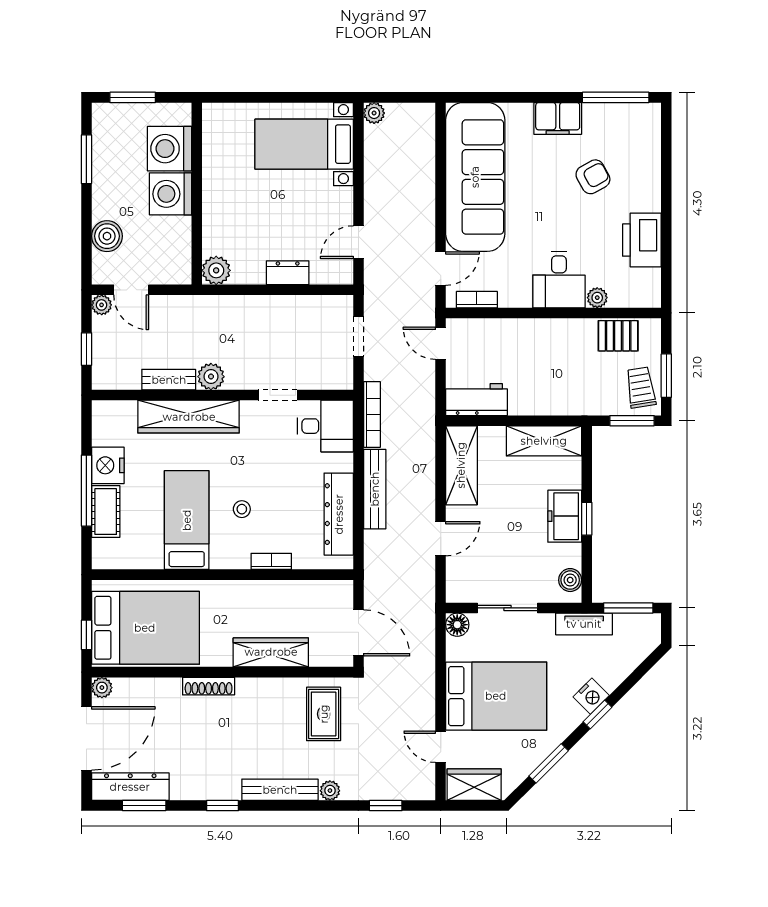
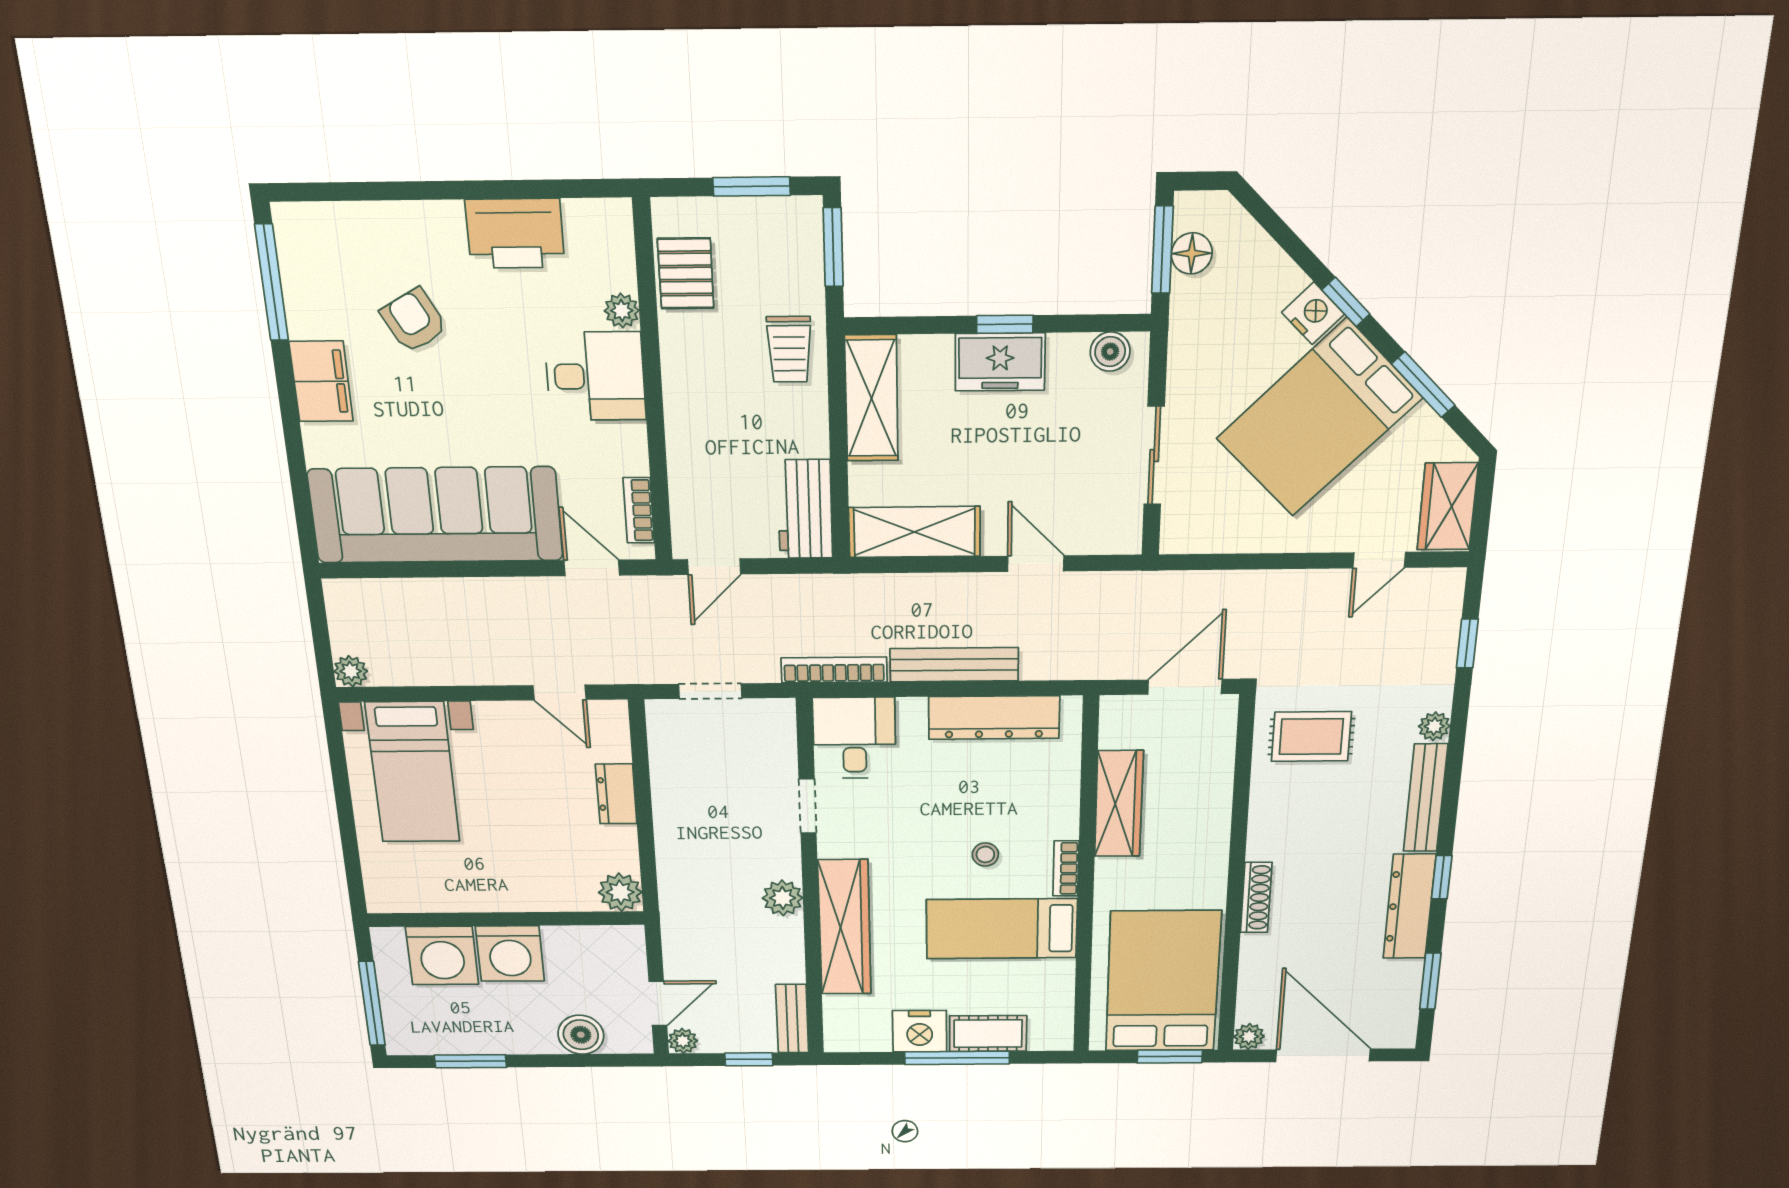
window: (133, 97) -> (372, 1004), width x1.44
bench: (169, 380) -> (792, 1019), moved
trolley: (641, 388) -> (789, 349), moved, turned -81
bookcase: (271, 561) -> (1066, 868), moved
tv unit: (584, 624) -> (1187, 327), removed
floor lamp: (457, 625) -> (1192, 253), moved
window: (86, 635) -> (1170, 1056), width x1.50
wardrobe: (271, 652) -> (1119, 804), moved, turned 180
bed: (496, 696) -> (1319, 418), moved, turned -135
dresser: (130, 787) -> (1409, 907), moved

